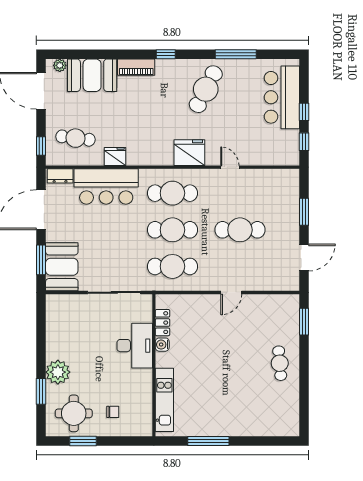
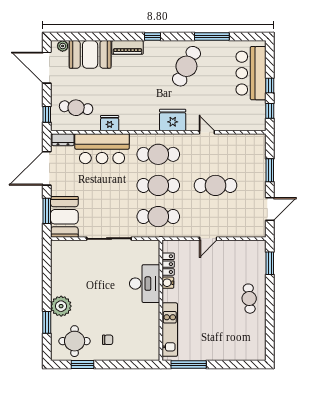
locker: (162, 323) -> (168, 264), moved
water cooler: (162, 345) -> (168, 283), moved
desk: (135, 346) -> (145, 284), moved
wall: (154, 365) -> (161, 300), moved
kitchen unit: (164, 400) -> (170, 330), moved

